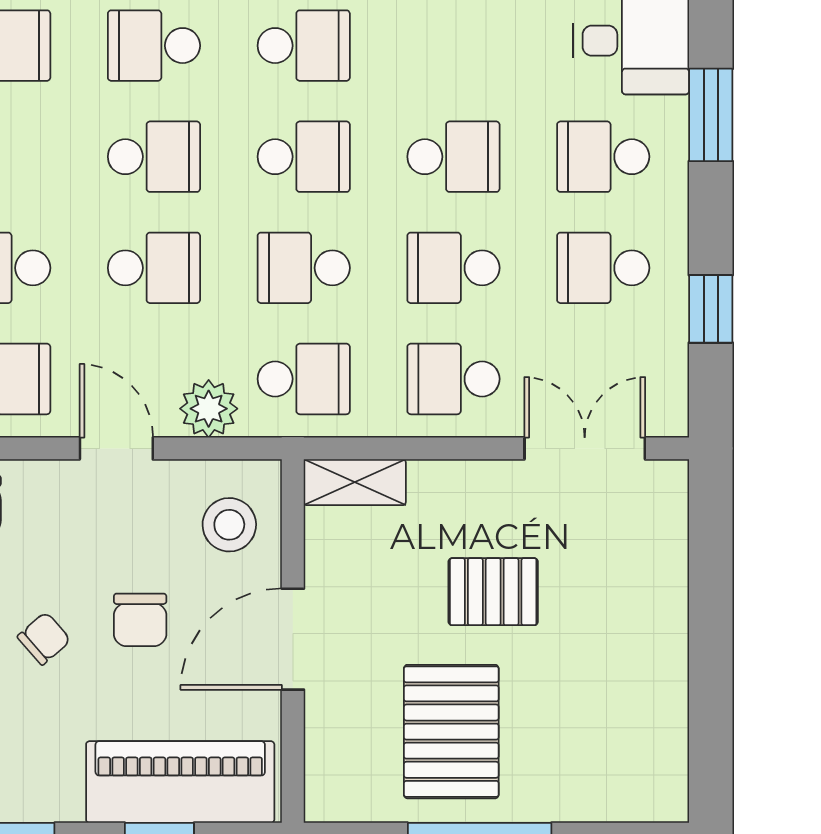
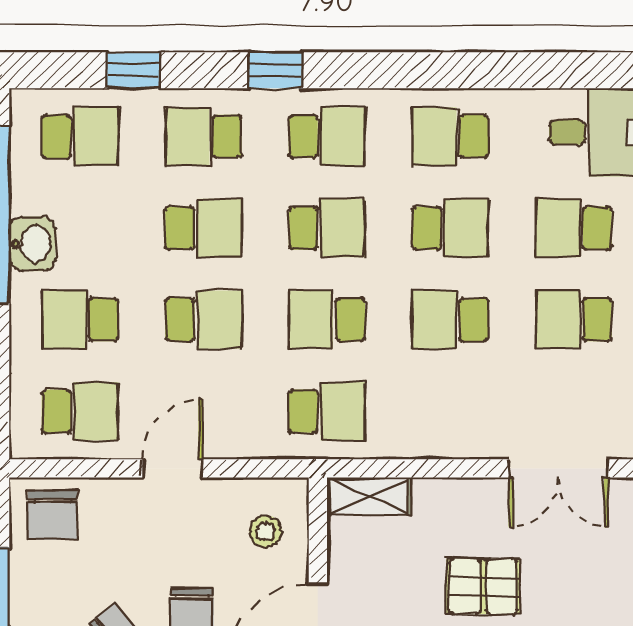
school desk: (453, 379) -> (450, 136), moved
plant: (209, 409) -> (249, 436), removed
door: (116, 448) -> (172, 468), hinge flipped
double door: (585, 448) -> (558, 468), swing flipped
stool: (229, 525) -> (266, 531), width x0.73, depth x0.73

